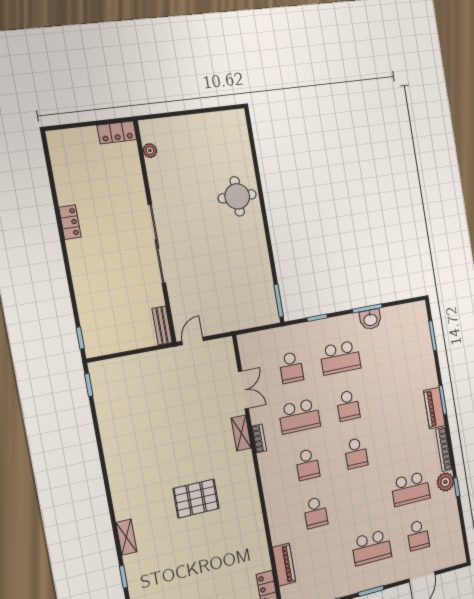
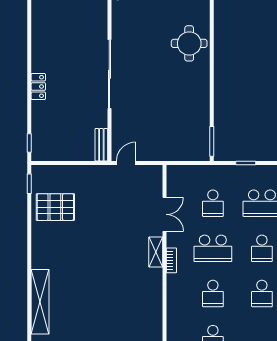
locker: (70, 222) -> (38, 86), moved
pallet: (196, 499) -> (55, 207), moved
shelving: (126, 537) -> (40, 302), width x2.20, depth x1.33

